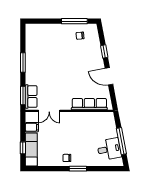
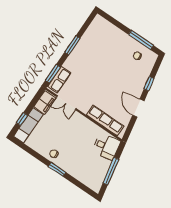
filing cabinet: (32, 127) -> (45, 102), width x2.00
desk: (109, 149) -> (106, 147), moved

